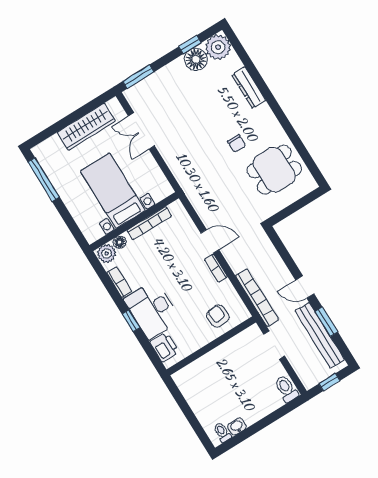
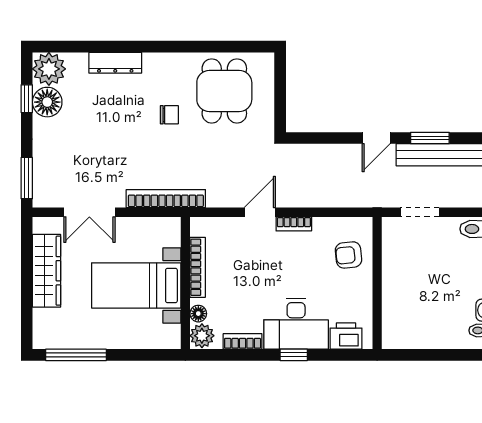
bookcase: (257, 298) -> (166, 199), moved

